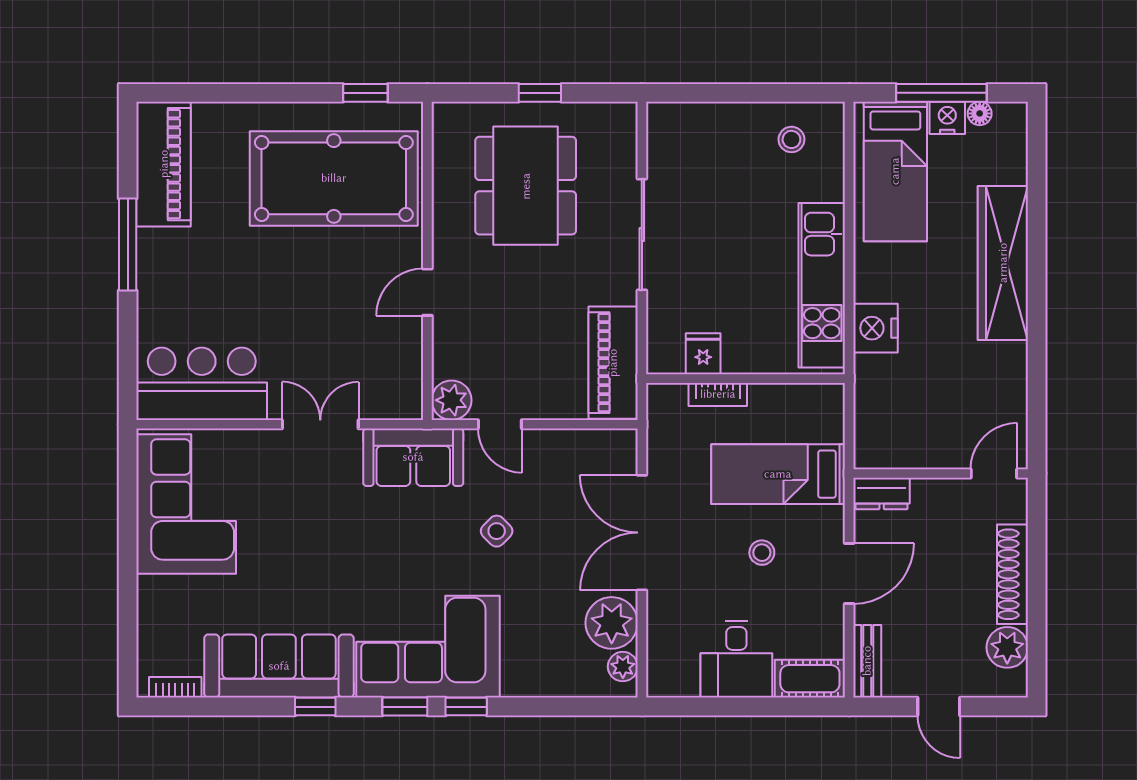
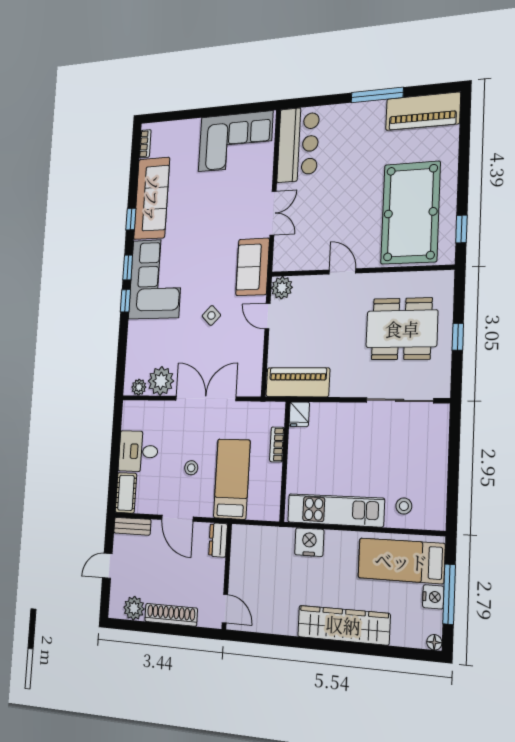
floor lamp: (980, 113) -> (434, 642), moved
stool: (791, 139) -> (404, 506), moved
sliding door: (642, 235) -> (400, 400), moved
fridge: (703, 354) -> (299, 414), moved, turned 90
door: (500, 424) -> (267, 316), hinge flipped

